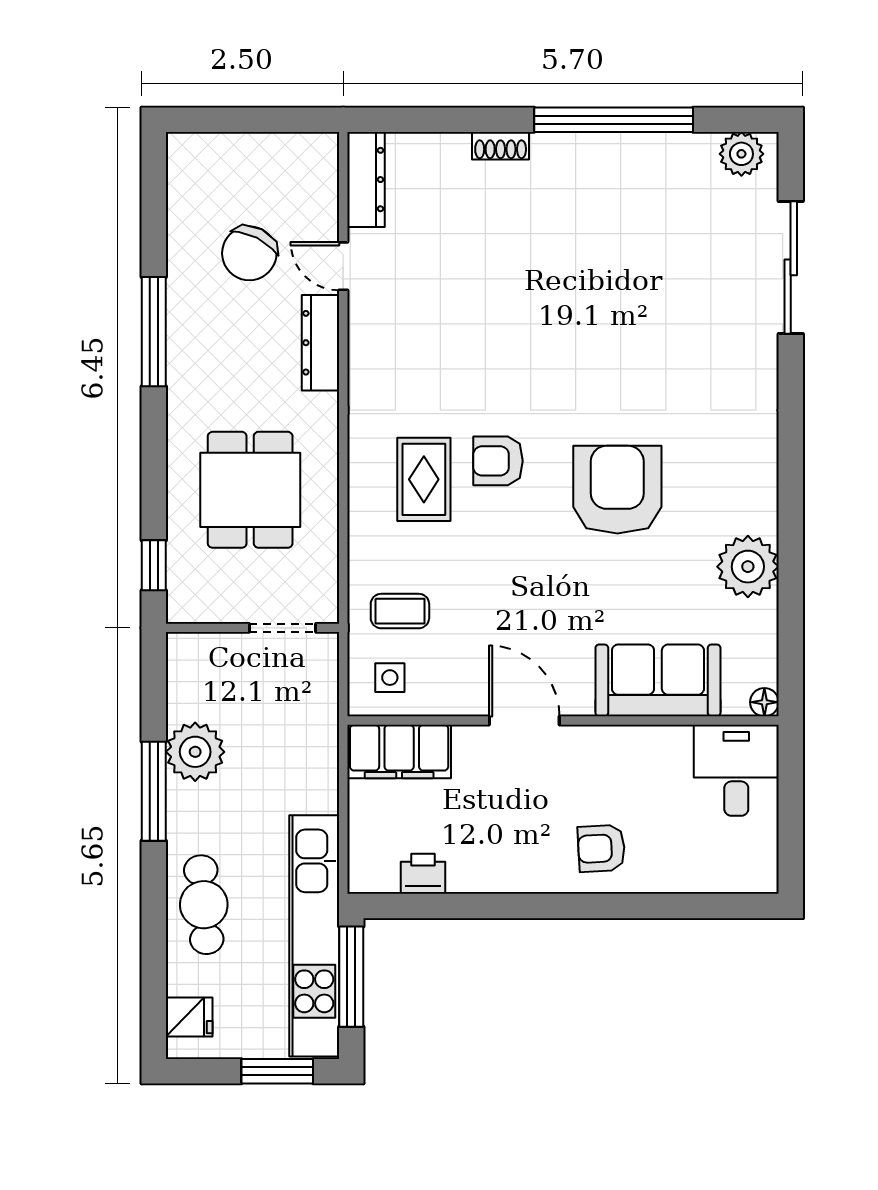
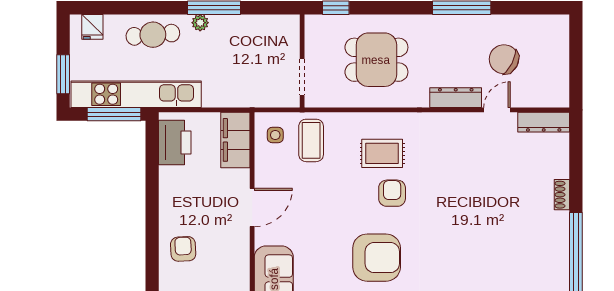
coffee table: (400, 611) -> (311, 140), width x1.36, depth x1.30
plant: (195, 752) -> (200, 23), moved, width x0.53, depth x0.53
printer: (423, 874) -> (175, 142), width x1.87, depth x1.48

